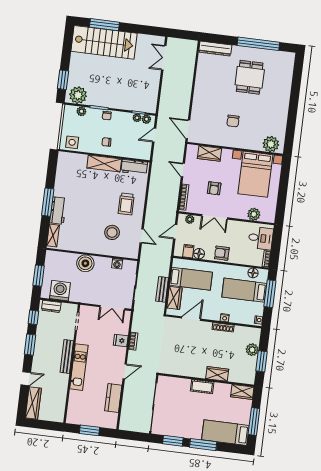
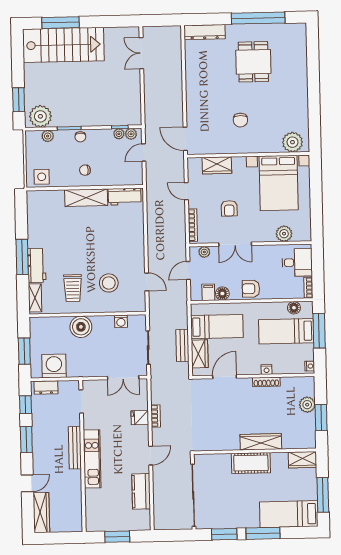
trolley: (126, 204) -> (73, 288), moved
wardrobe: (217, 374) -> (261, 442), width x1.50
cot: (202, 387) -> (251, 463), width x1.37, depth x1.34

